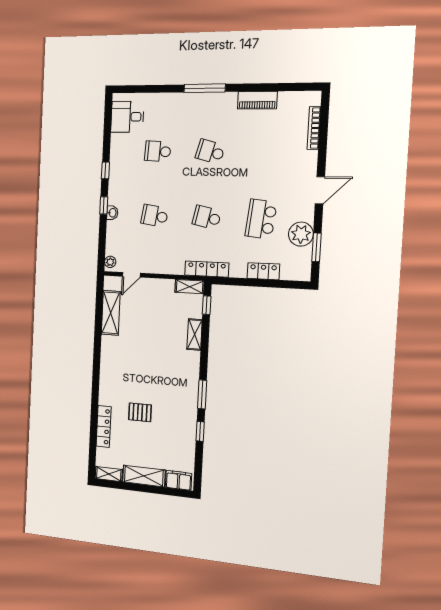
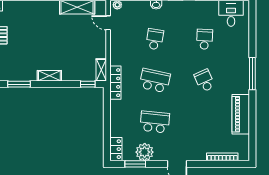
piano: (257, 100) -> (241, 114), width x1.37, depth x1.33
school desk: (210, 152) -> (205, 81), turned -39
school desk: (207, 217) -> (155, 81), width x1.85
locker: (263, 271) -> (116, 149), moved
shelving: (195, 335) -> (49, 76), moved

